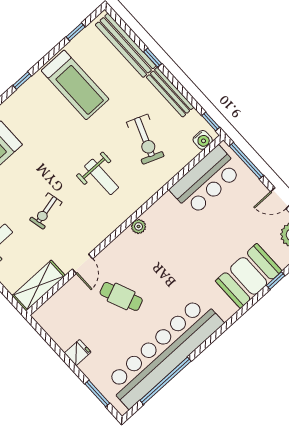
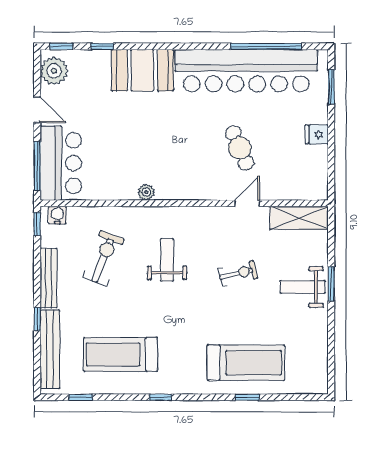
treadmill: (75, 85) -> (120, 354), turned -90
bar counter: (206, 181) -> (61, 163), moved, turned 90
plant: (139, 226) -> (146, 192), moved
booth: (249, 276) -> (142, 70), moved

